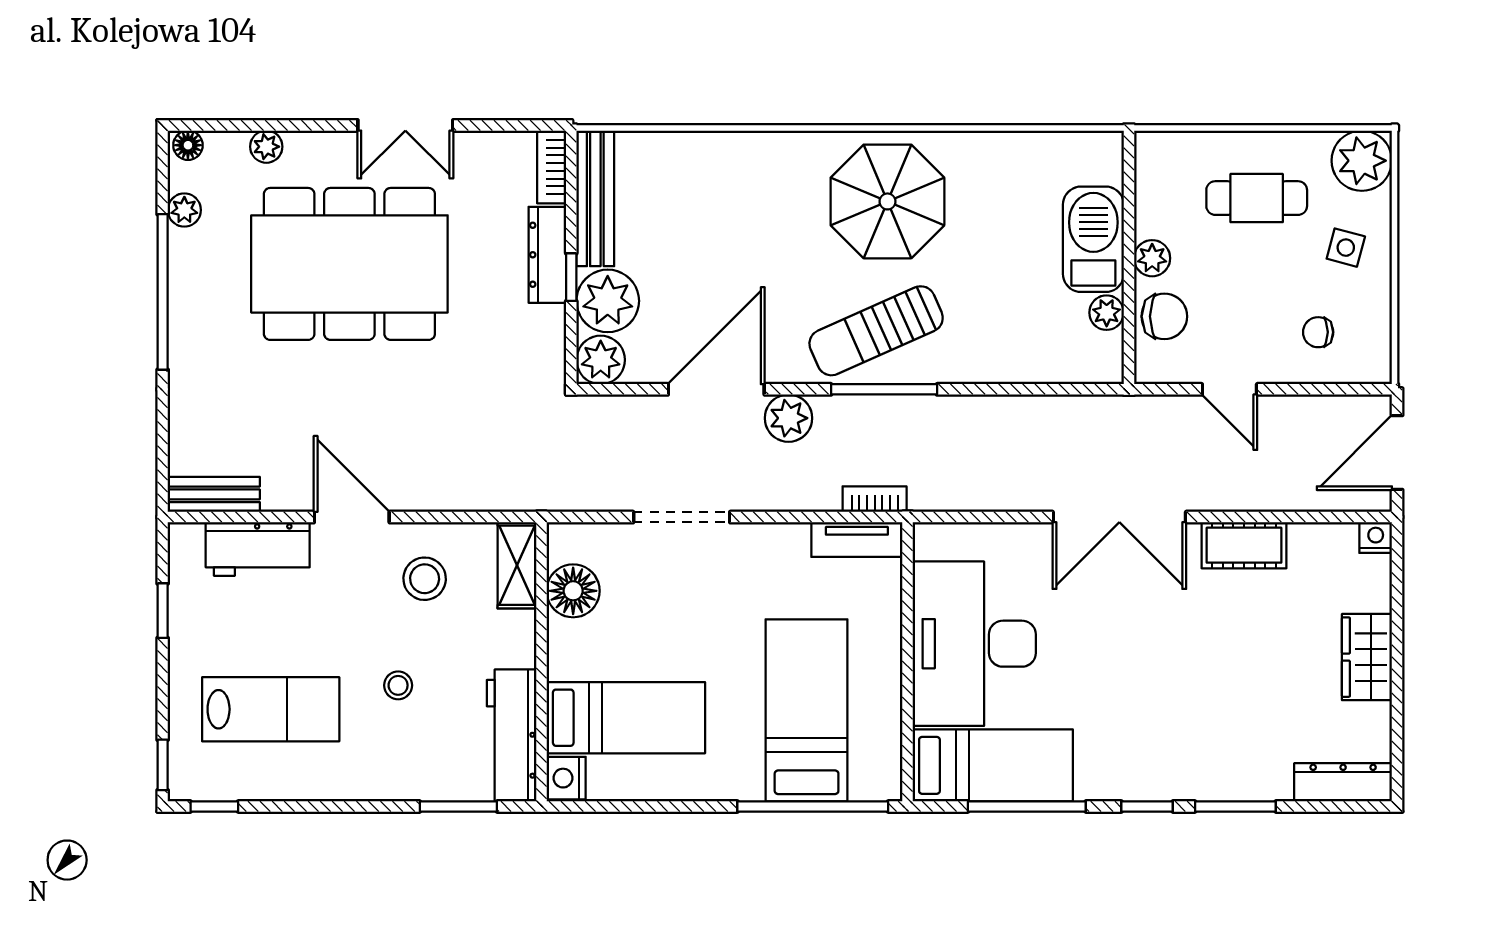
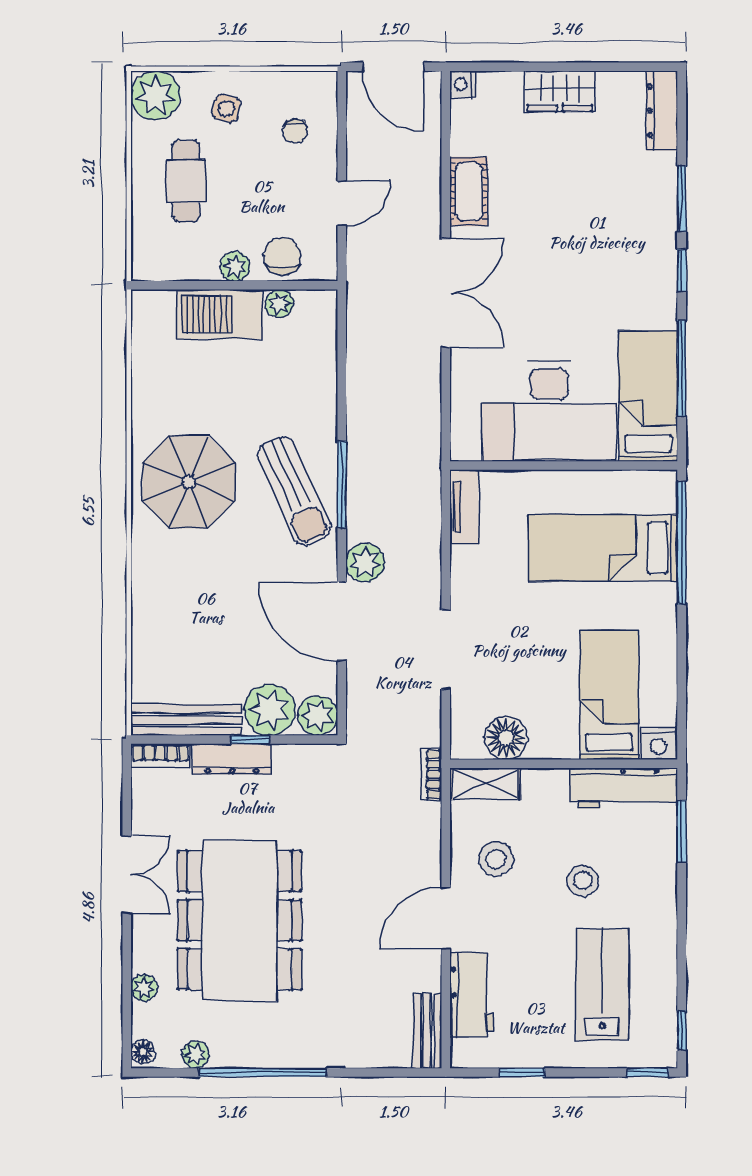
bookcase: (875, 499) -> (431, 774), moved
stool: (398, 685) -> (583, 881), width x1.37, depth x1.37

